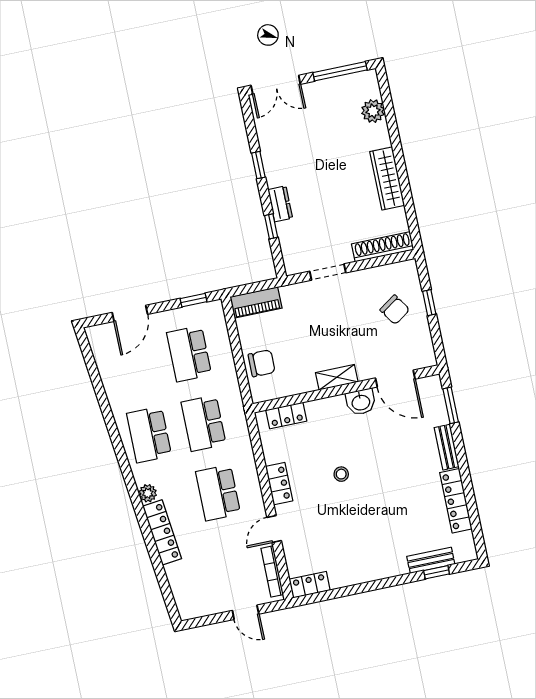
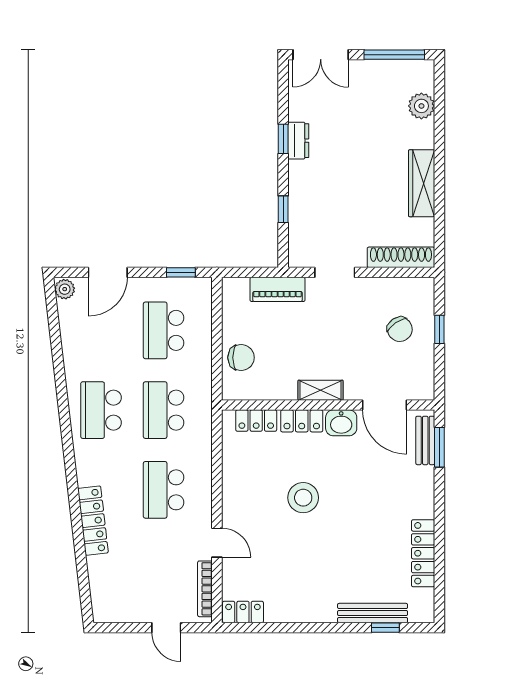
dresser: (280, 204) -> (298, 141), moved
piano: (256, 302) -> (278, 289), moved
bench: (447, 447) -> (425, 440), moved
stool: (341, 474) -> (303, 498), width x1.89, depth x1.89
locker: (279, 484) -> (302, 421), moved, turned 90
plant: (148, 493) -> (65, 289), moved
door: (274, 529) -> (217, 543), swing flipped
bench: (431, 560) -> (373, 613), width x1.36

